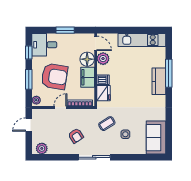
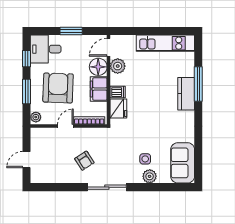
door: (96, 43) -> (109, 47), swing flipped
armchair: (54, 76) -> (58, 88), turned -97
coffee table: (107, 124) -> (122, 146), removed
door: (29, 125) -> (27, 160), moved
plant: (42, 148) -> (150, 176), moved

